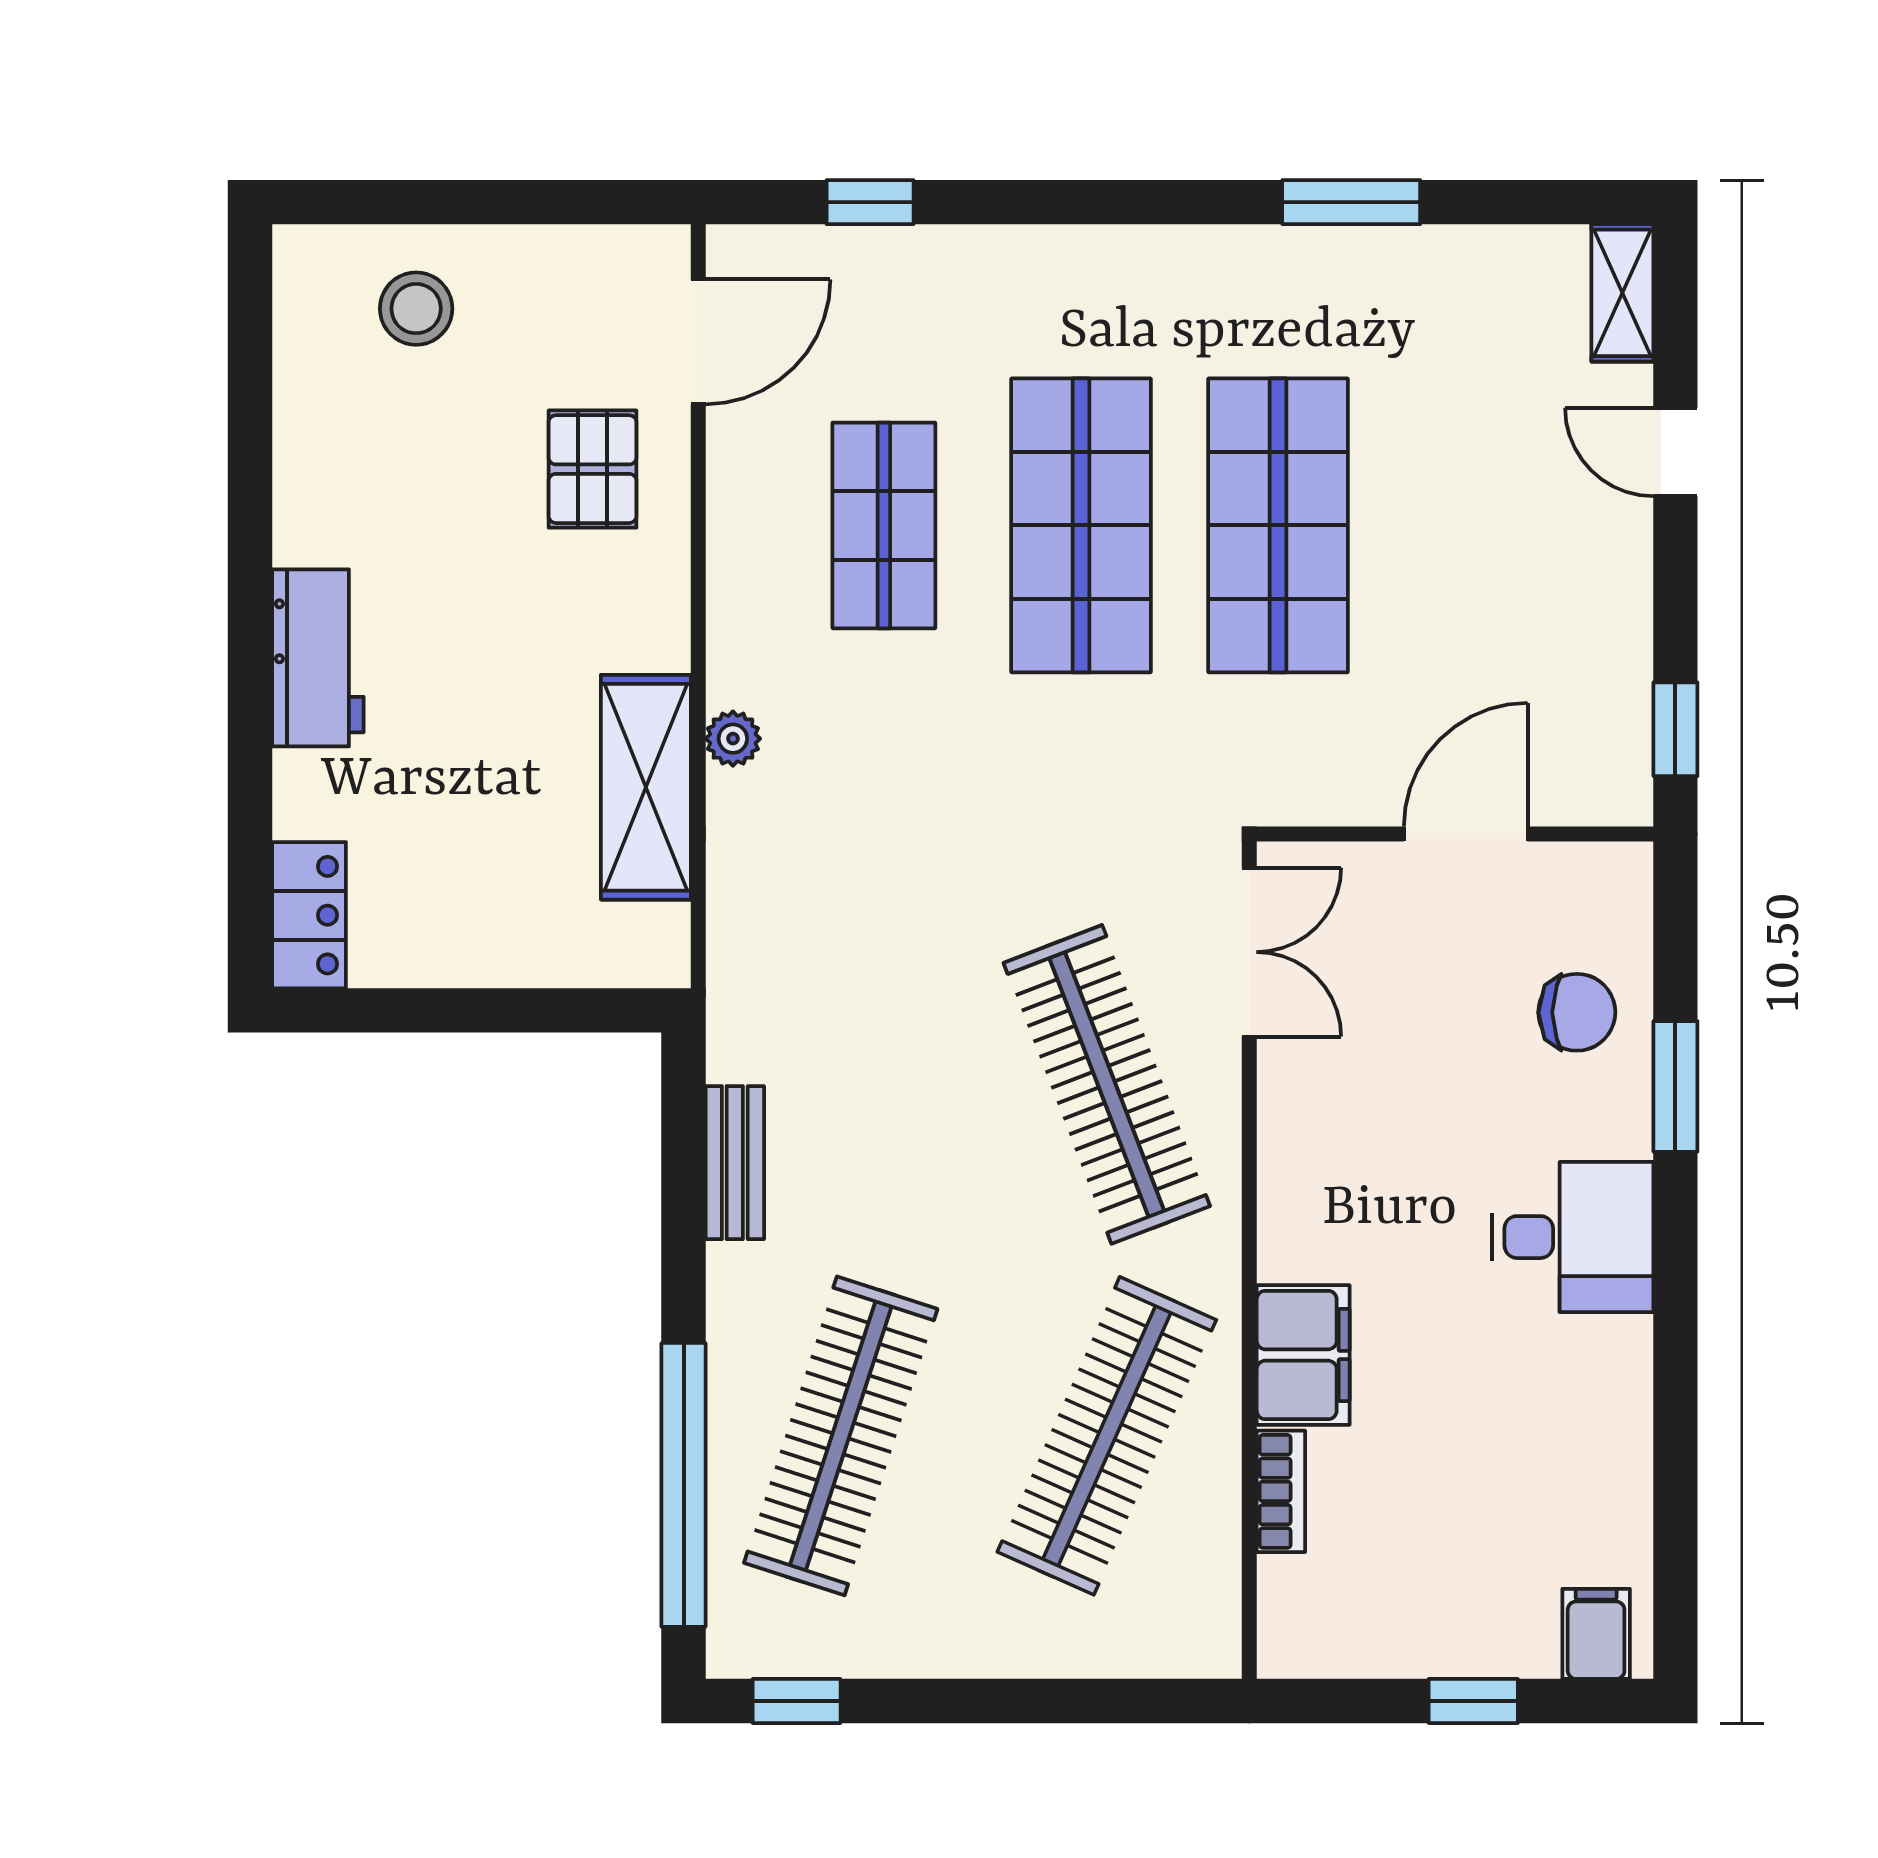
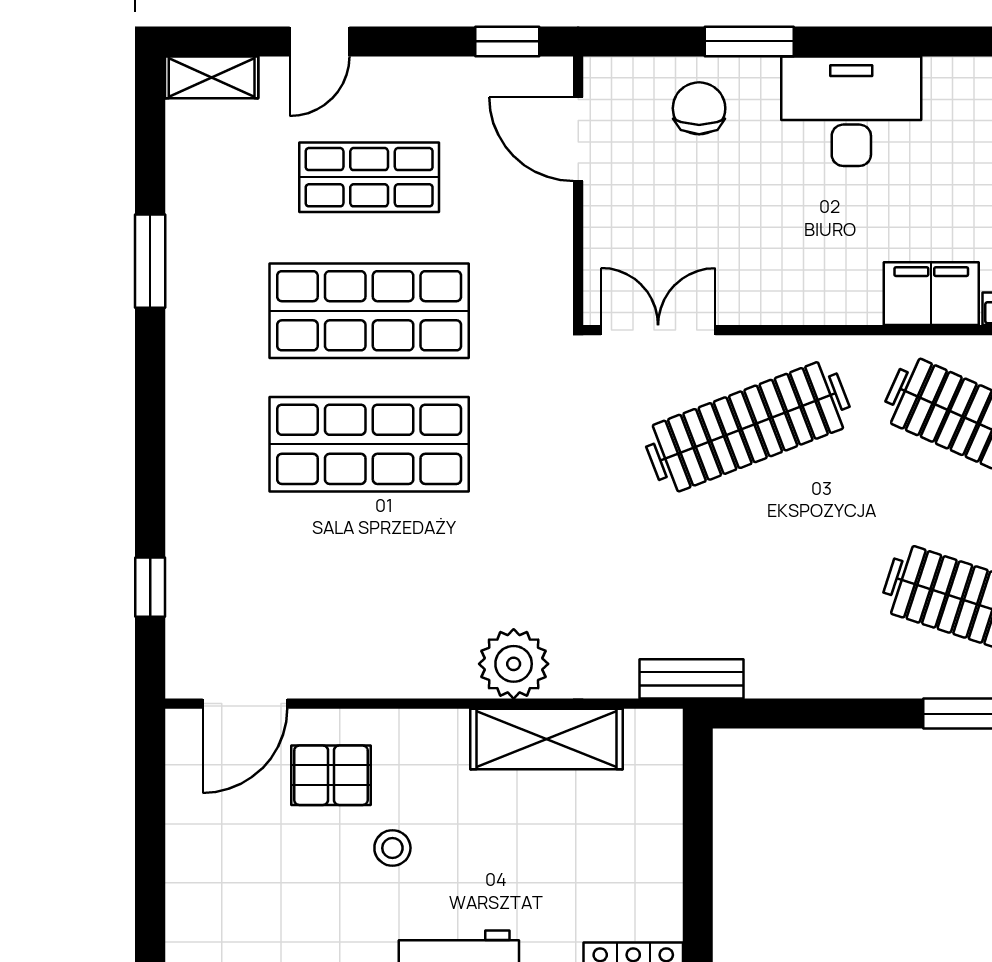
stool: (416, 309) -> (392, 848), moved, width x0.73, depth x0.73
door: (698, 342) -> (245, 704), swing flipped
shop shelf: (884, 525) -> (369, 177), moved
plant: (733, 739) -> (514, 664), width x1.87, depth x1.87
door: (1466, 834) -> (578, 139), moved
bench: (735, 1163) -> (691, 679), moved
desk: (1572, 1237) -> (851, 111), width x1.37

